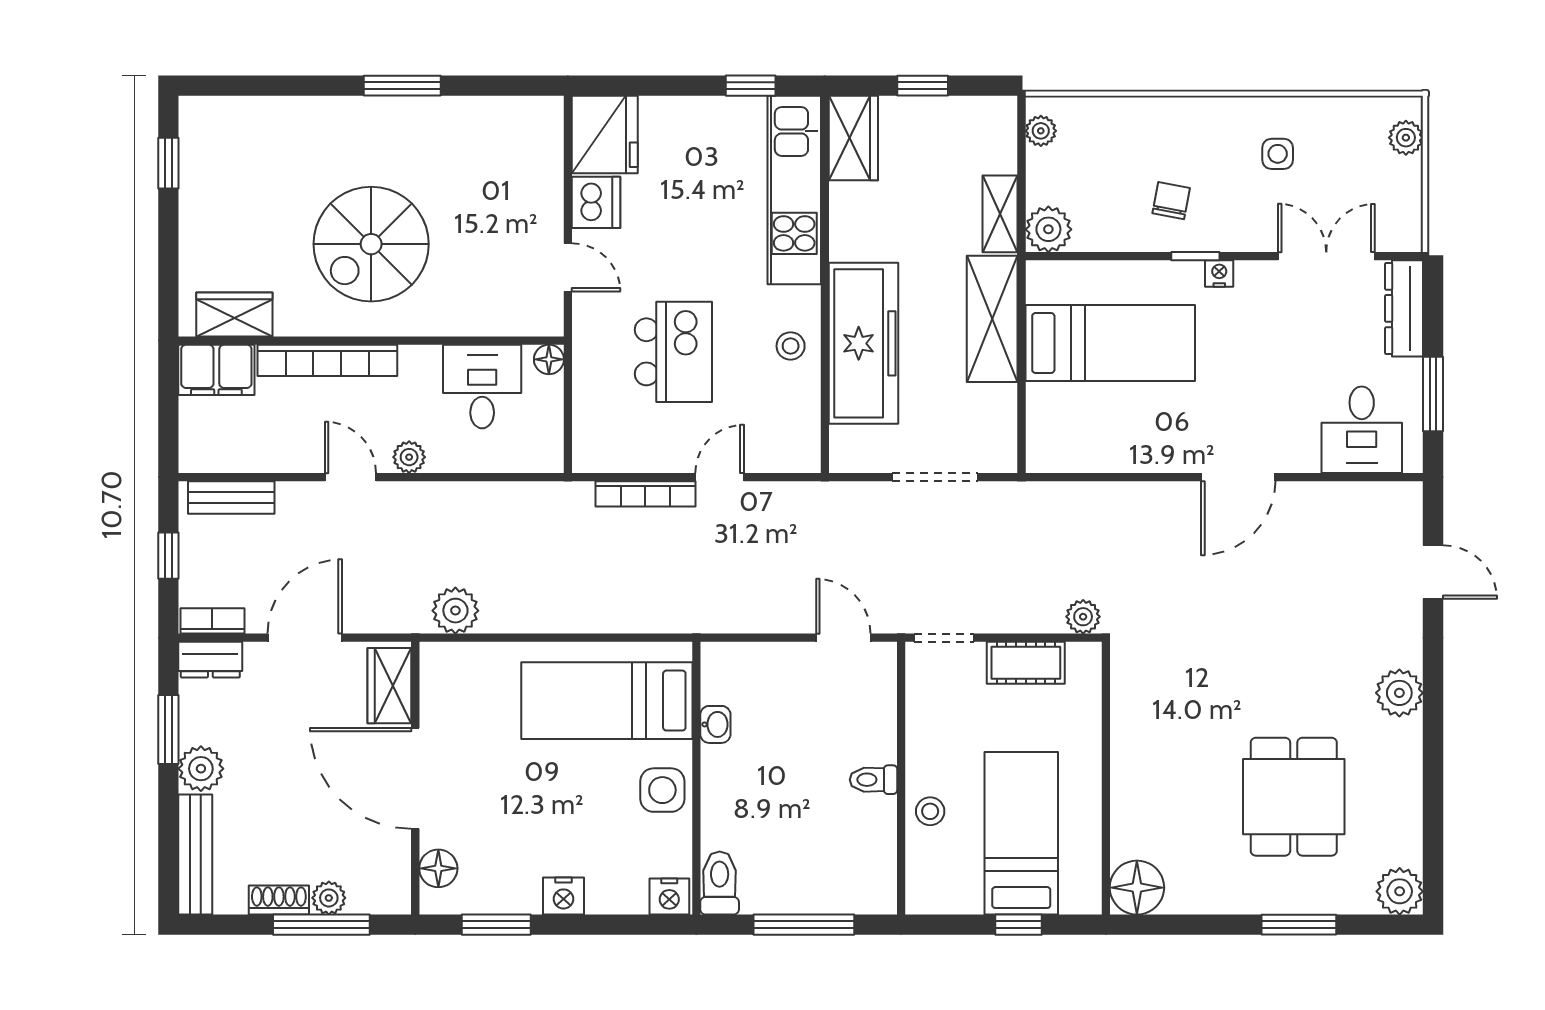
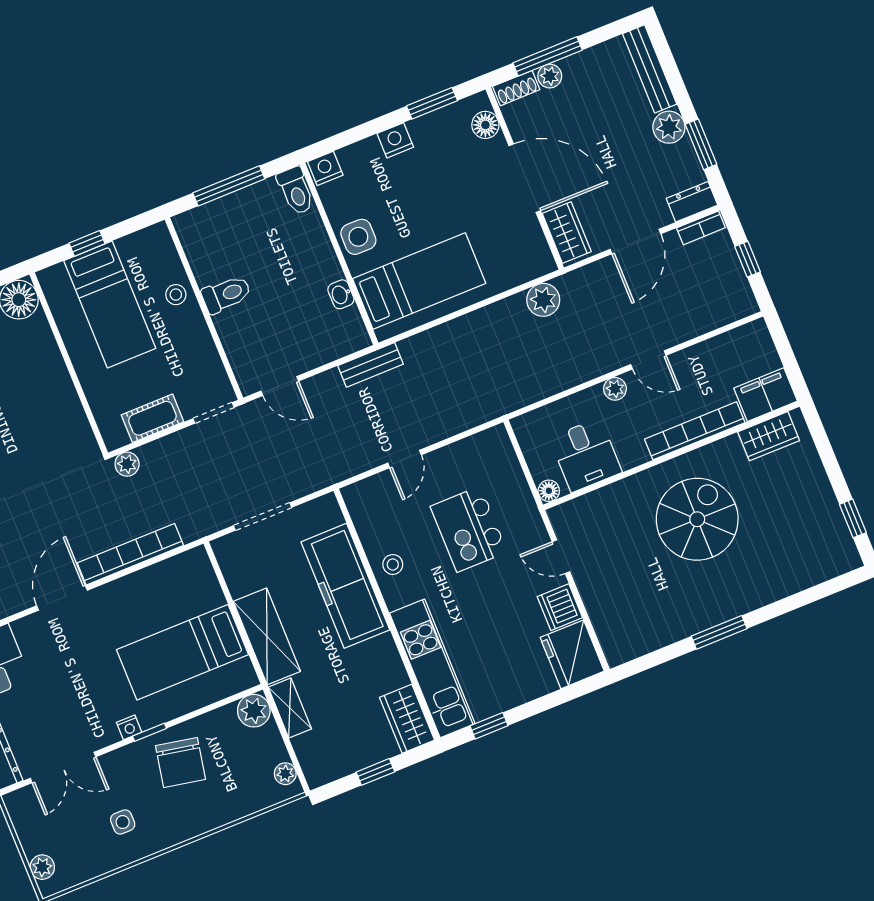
chair: (1171, 201) -> (180, 763), width x1.87, depth x1.87
bookcase: (645, 494) -> (130, 554), moved, width x1.48, depth x1.31
bench: (231, 498) -> (371, 365), moved
toilet: (873, 780) -> (226, 294), width x1.37, depth x1.39
shoe rack: (279, 900) -> (516, 88), moved

